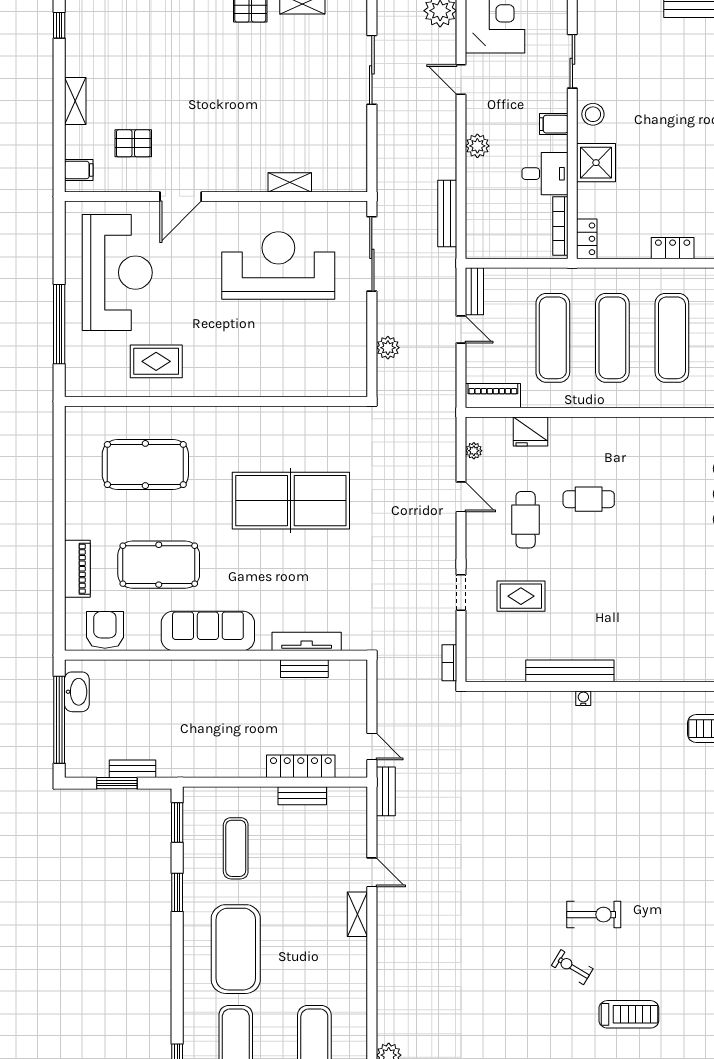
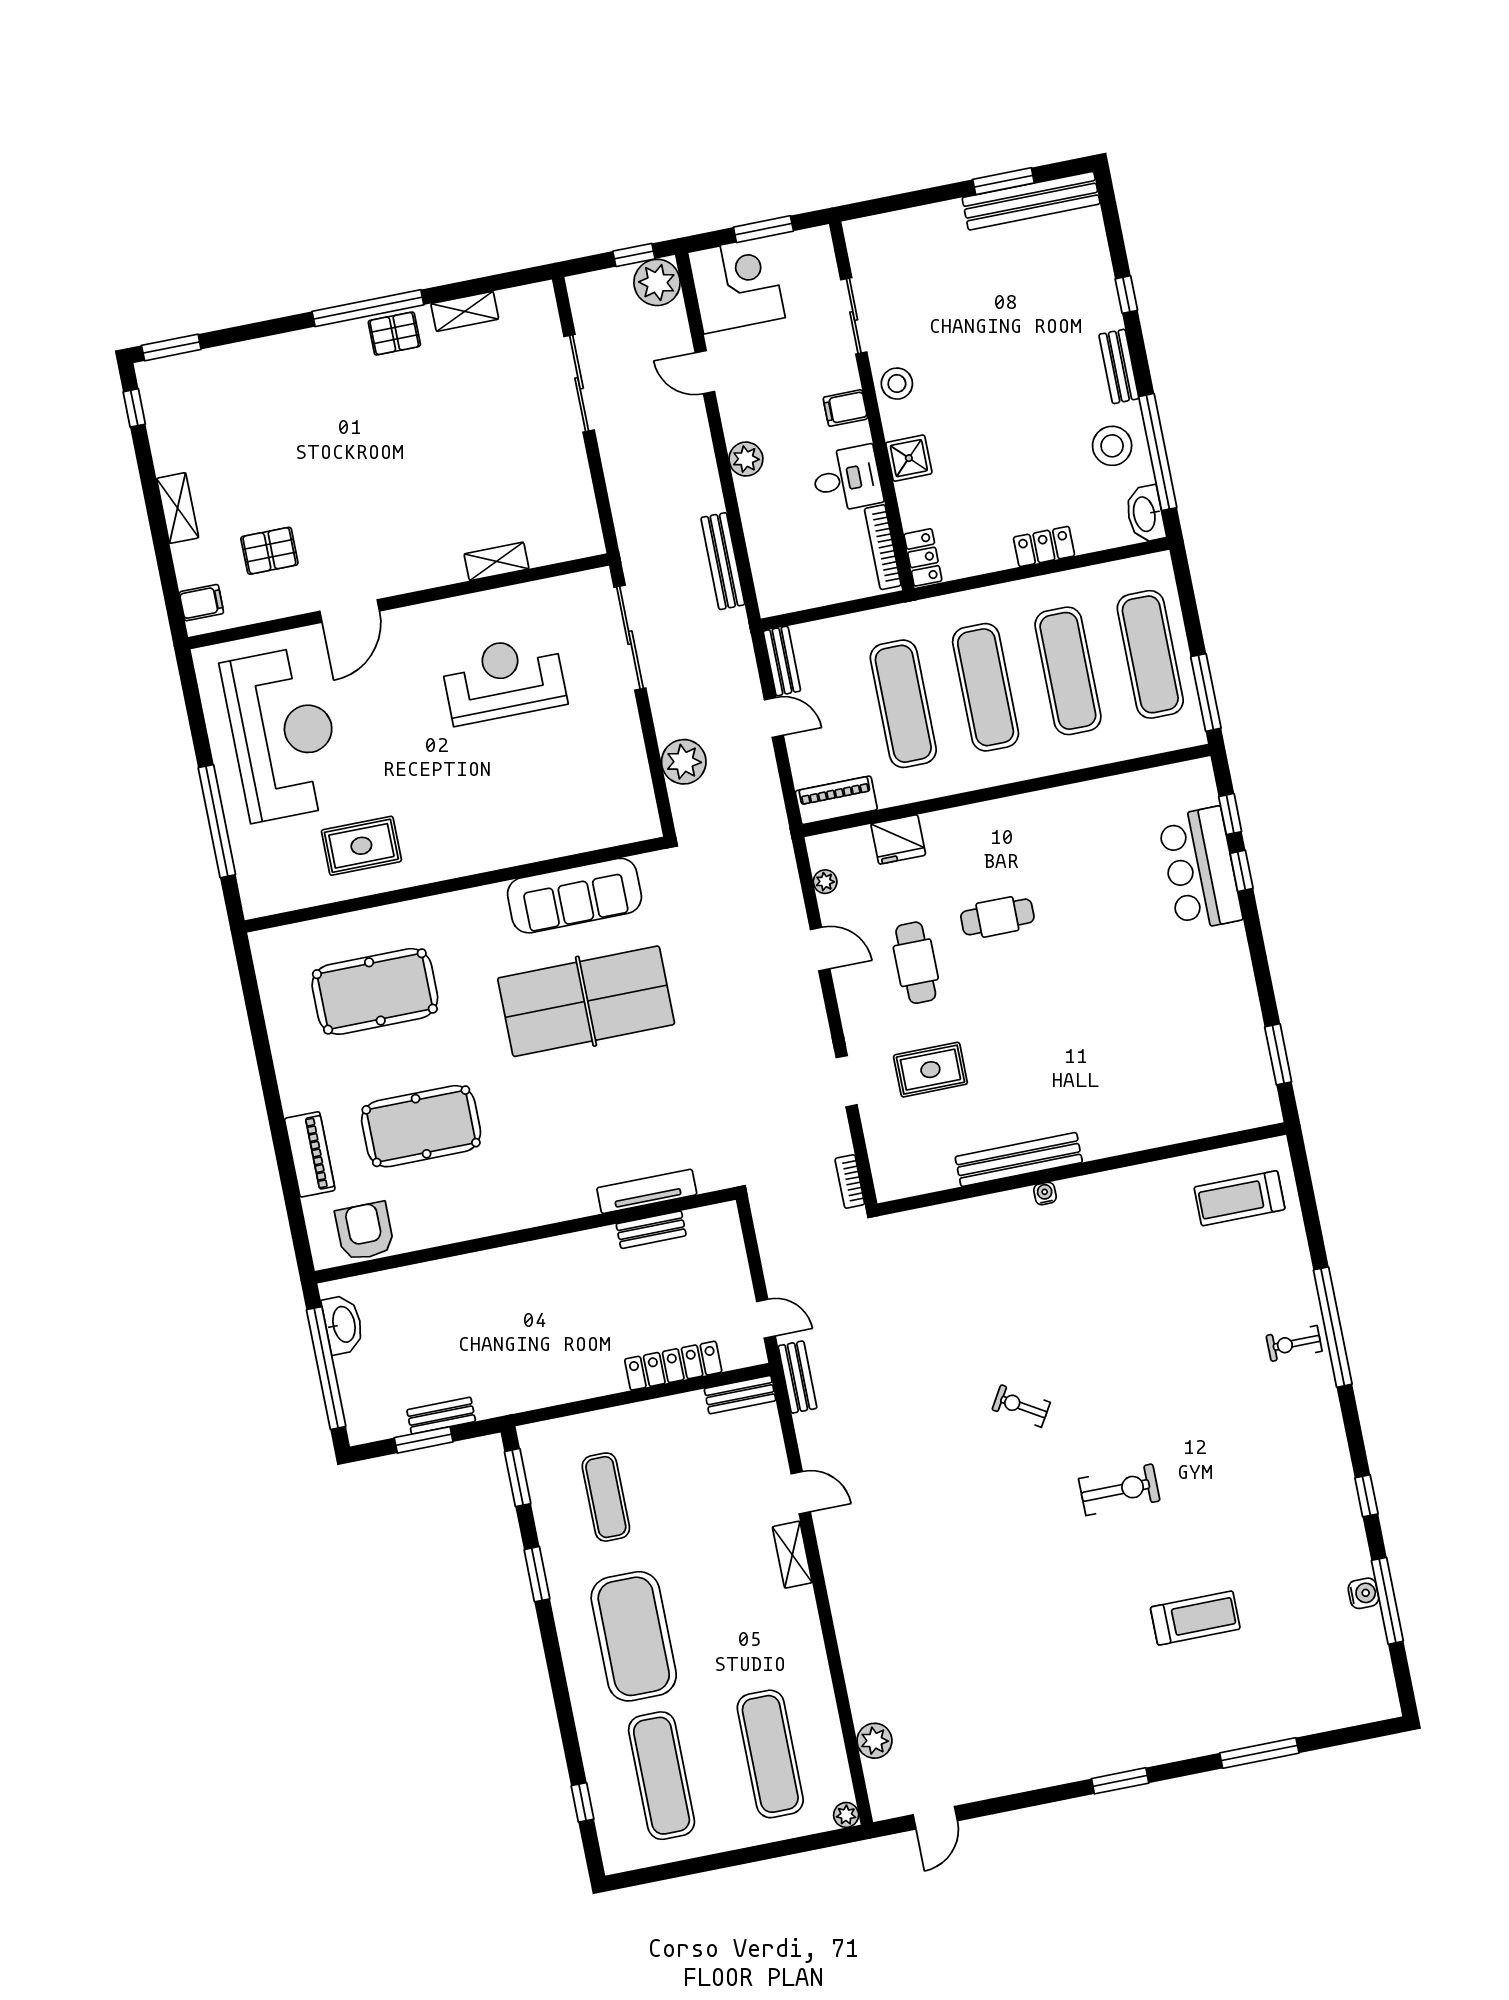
shower: (596, 163) -> (909, 458), width x0.73, depth x0.73
reception desk: (278, 265) -> (504, 679), width x0.74, depth x0.77
plant: (388, 348) -> (684, 762), width x1.36, depth x1.36
sofa: (208, 631) -> (574, 896), moved, turned 180
bench: (302, 796) -> (740, 1395), moved
exercise bike: (572, 967) -> (1021, 1406), moved

